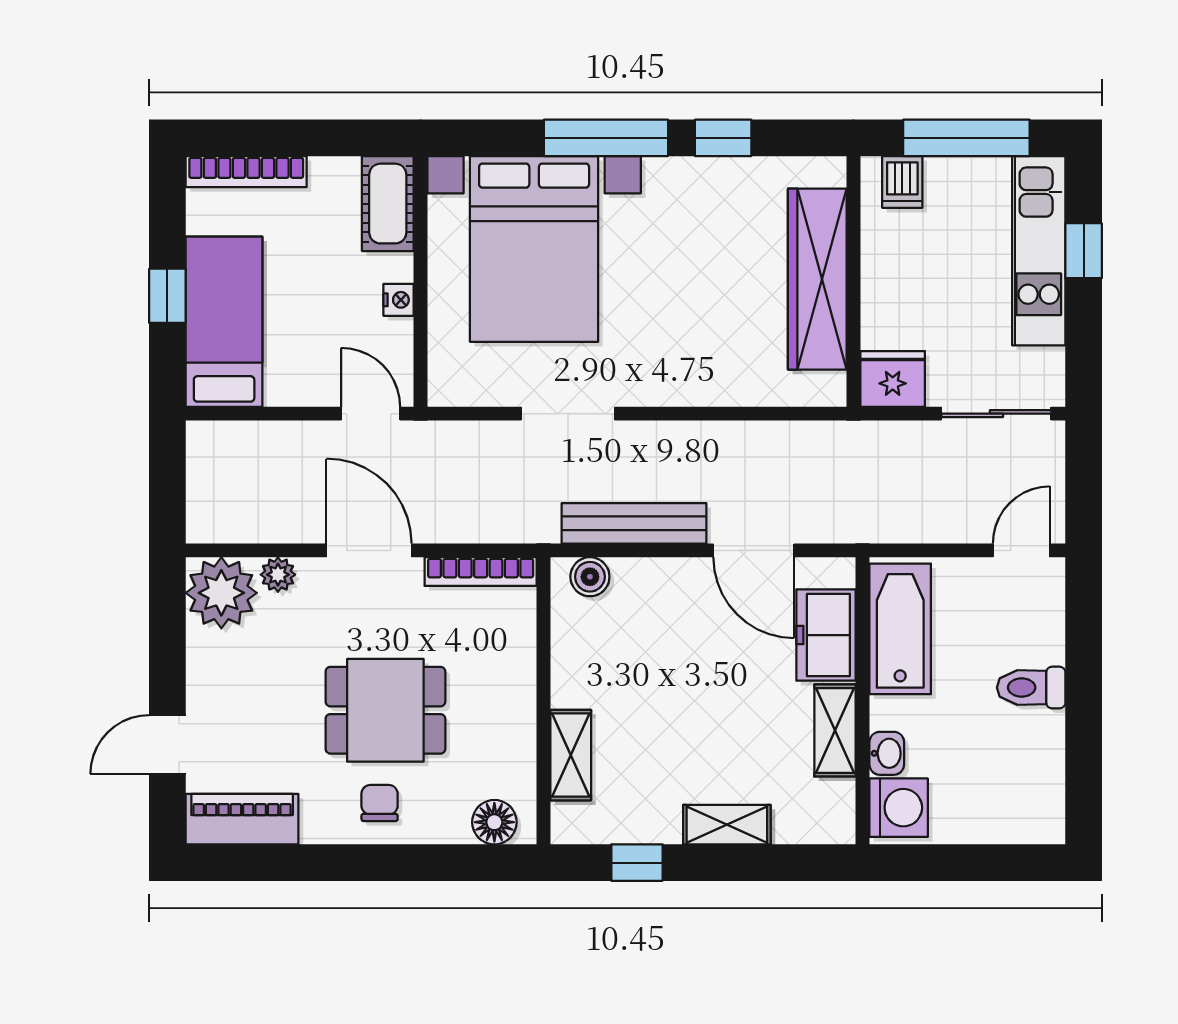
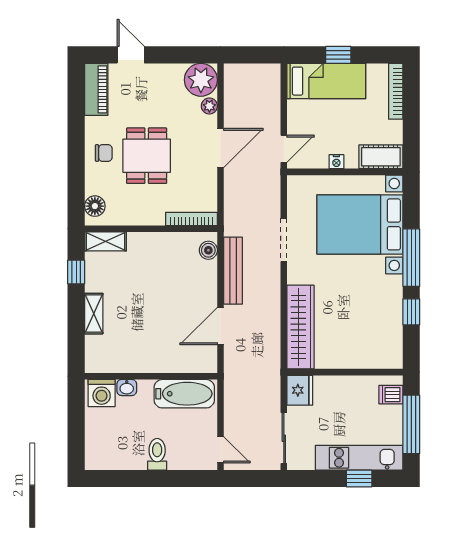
wardrobe: (817, 279) -> (300, 327), moved, turned 90
bookcase: (481, 572) -> (191, 219), moved, turned 90
freezer: (826, 635) -> (181, 359), removed
shelving: (835, 730) -> (137, 364), removed
shelving: (571, 755) -> (106, 241), moved

